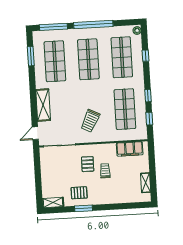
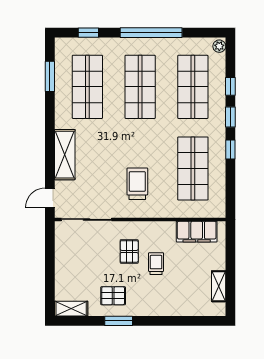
window: (53, 27) -> (88, 33), width x0.46
window: (149, 119) -> (230, 117), moved
trolley: (90, 121) -> (137, 184), turned 153

